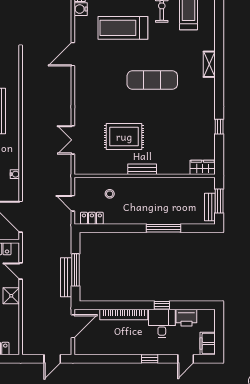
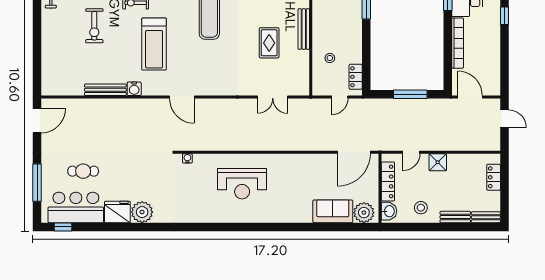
rug: (124, 137) -> (269, 43), width x0.73, depth x0.70
bench: (142, 169) -> (304, 29), width x1.36
water cooler: (15, 174) -> (187, 158), moved
bench: (66, 277) -> (418, 104), removed

